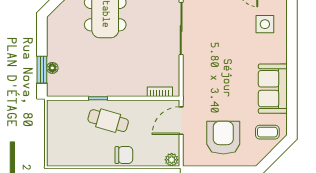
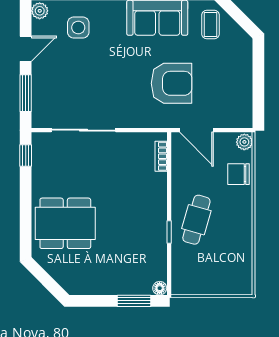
floor lamp: (52, 68) -> (160, 288), moved
armchair: (223, 138) -> (172, 83), moved, turned 180
chair: (124, 155) -> (239, 174), moved, turned -90

